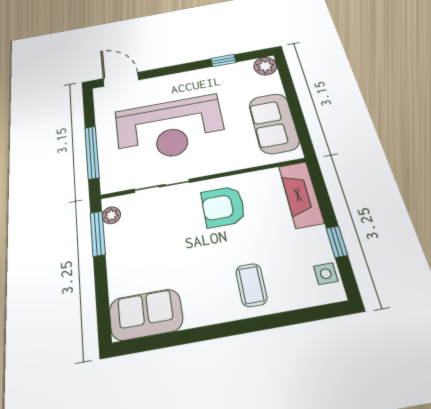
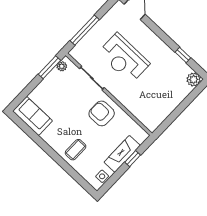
sofa: (274, 123) -> (162, 107), removed
reception desk: (170, 128) -> (124, 58), width x0.74, depth x0.77
fireplace: (301, 194) -> (122, 154), moved
window: (337, 242) -> (133, 159), moved

